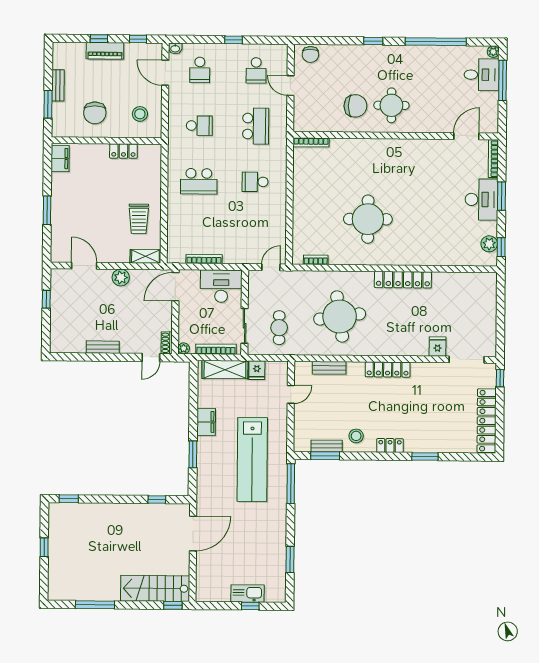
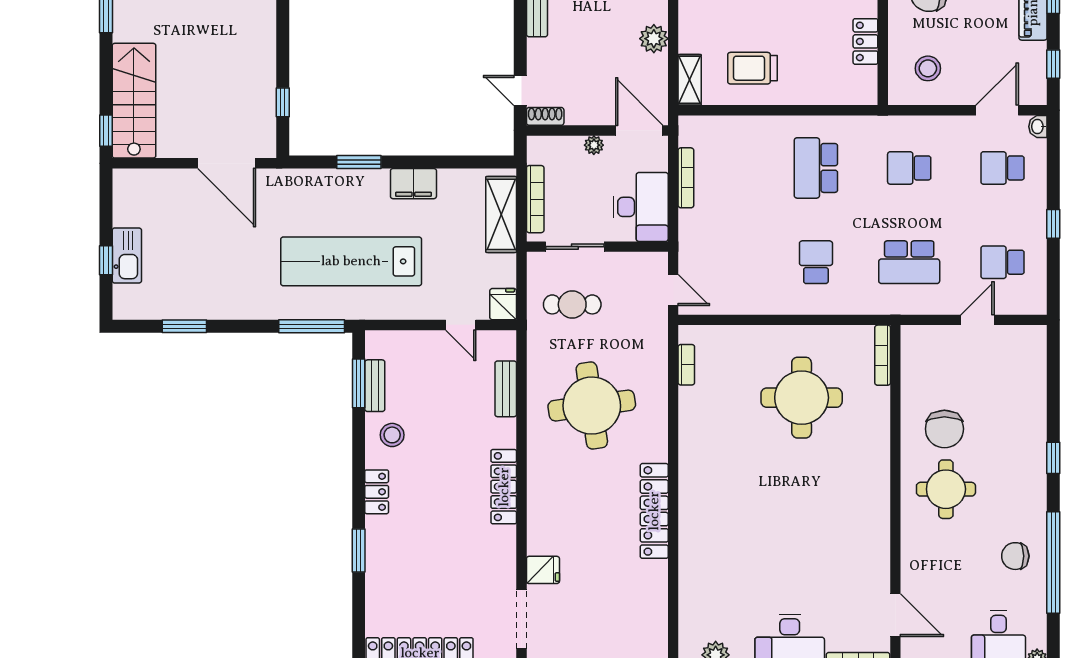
chair: (310, 54) -> (1015, 556), moved
school desk: (199, 126) -> (909, 168), turned 90
round table: (368, 219) -> (802, 398), moved
plant: (184, 348) -> (594, 145), moved
fridge: (257, 370) -> (503, 304), moved, turned 90

